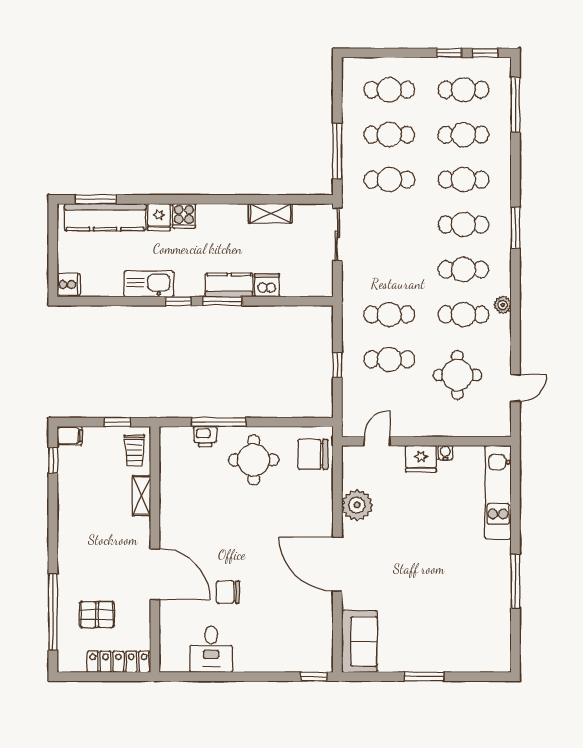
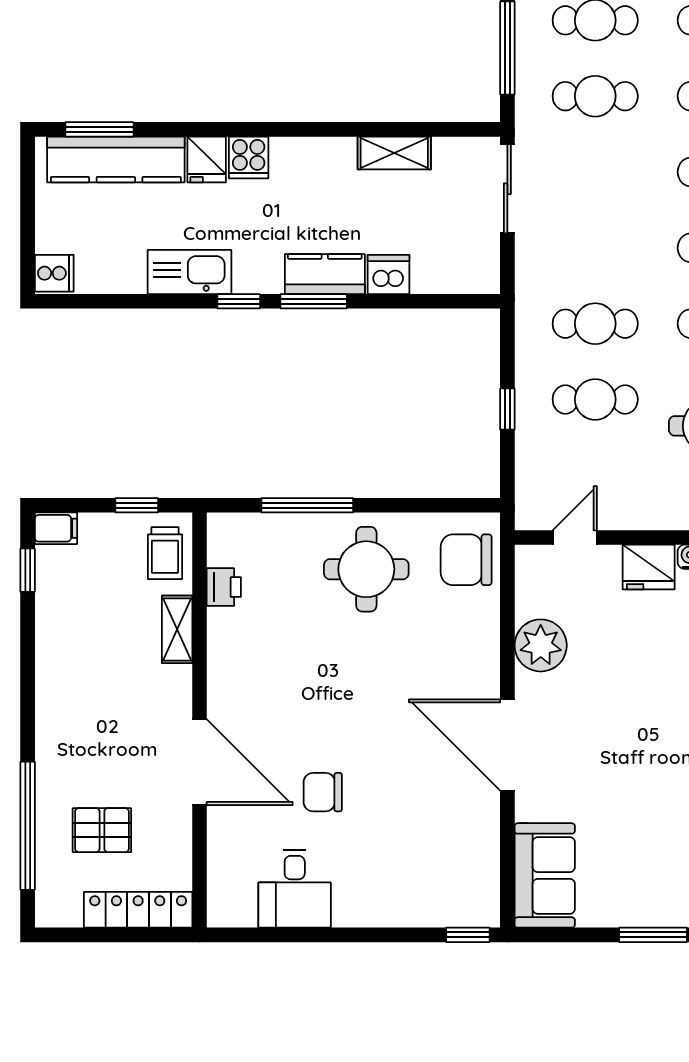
printer: (205, 436) -> (224, 587), moved, turned -90

